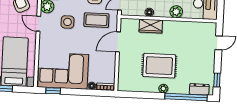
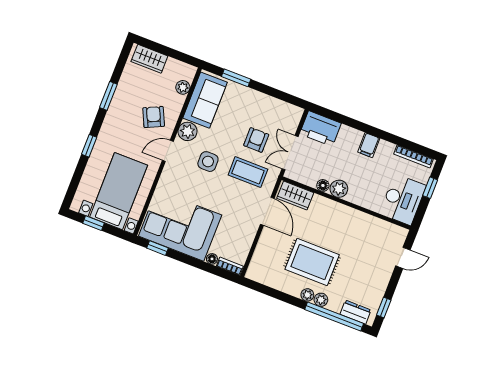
plant: (176, 12) -> (339, 189), moved
door: (38, 24) -> (168, 151), hinge flipped
wardrobe: (151, 26) -> (295, 196), moved
door: (118, 42) -> (267, 211), swing flipped
plant: (173, 89) -> (321, 300), added

